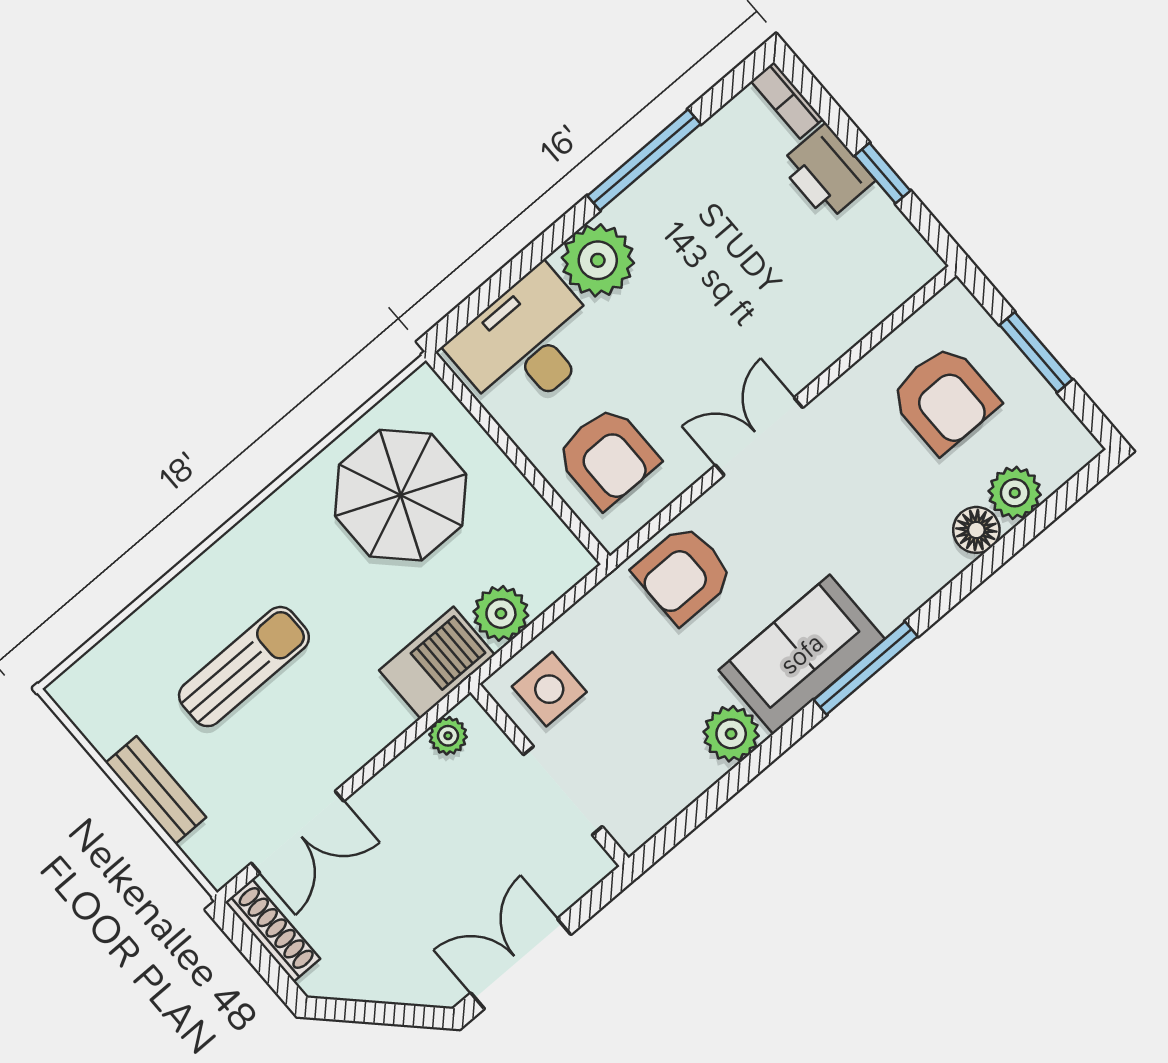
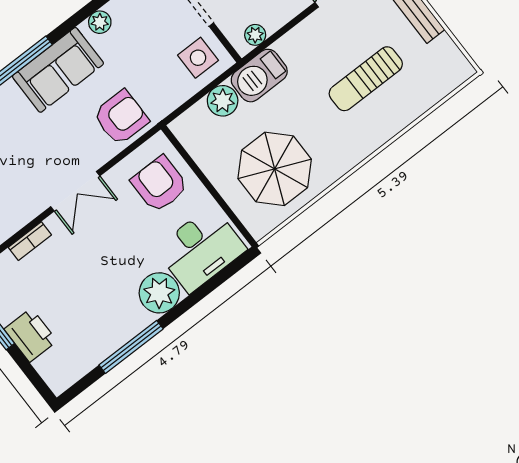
bookcase: (787, 100) -> (30, 241), moved, turned 90
plant: (731, 734) -> (100, 22), width x0.73, depth x0.73

